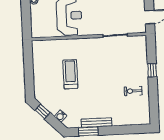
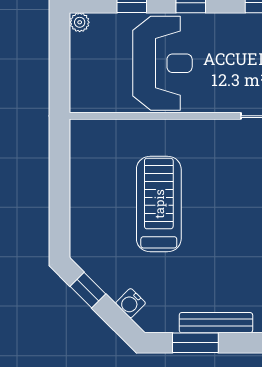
treadmill: (70, 74) -> (159, 204), width x1.37, depth x1.38

